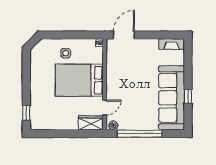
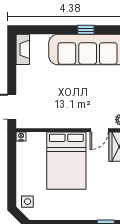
side table: (66, 53) -> (27, 202), moved
door: (105, 107) -> (99, 130), swing flipped

